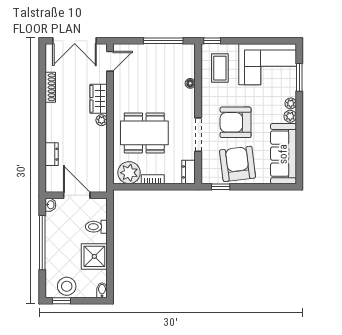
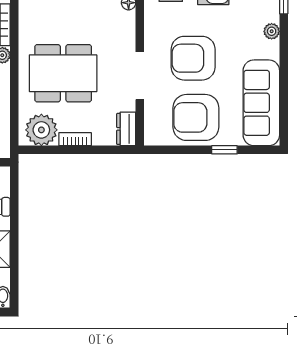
plant: (290, 116) -> (271, 50), removed
armchair: (238, 164) -> (196, 117), turned -83
window: (221, 187) -> (224, 150), moved

